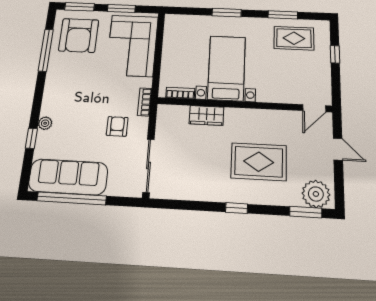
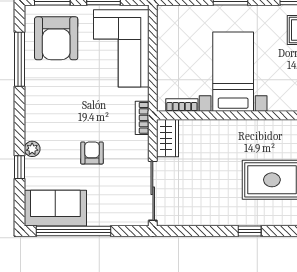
wardrobe: (206, 115) -> (168, 138), moved, turned -90
armchair: (117, 126) -> (92, 153), moved
sofa: (68, 177) -> (55, 208), width x0.73

